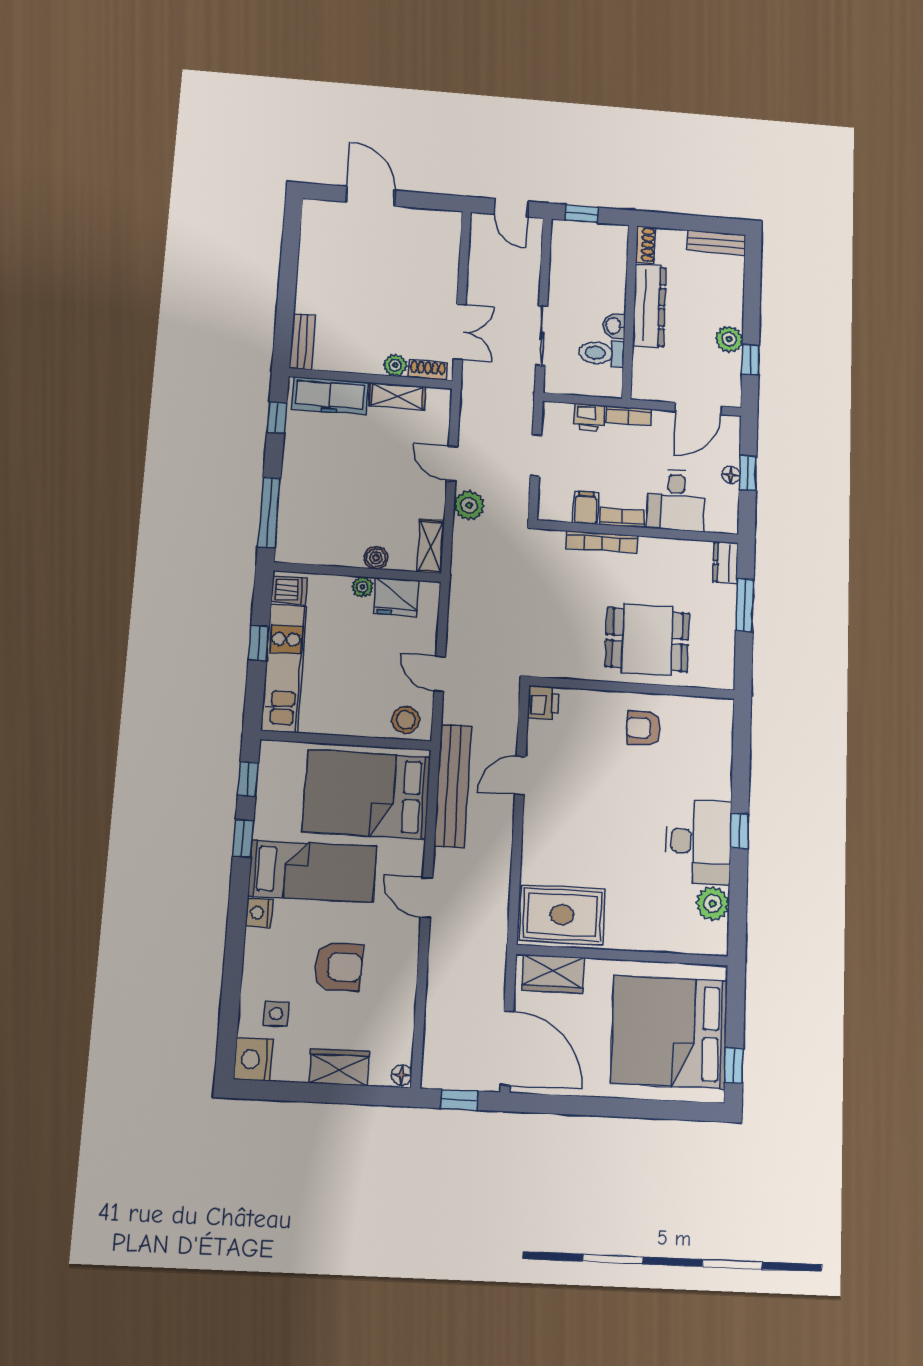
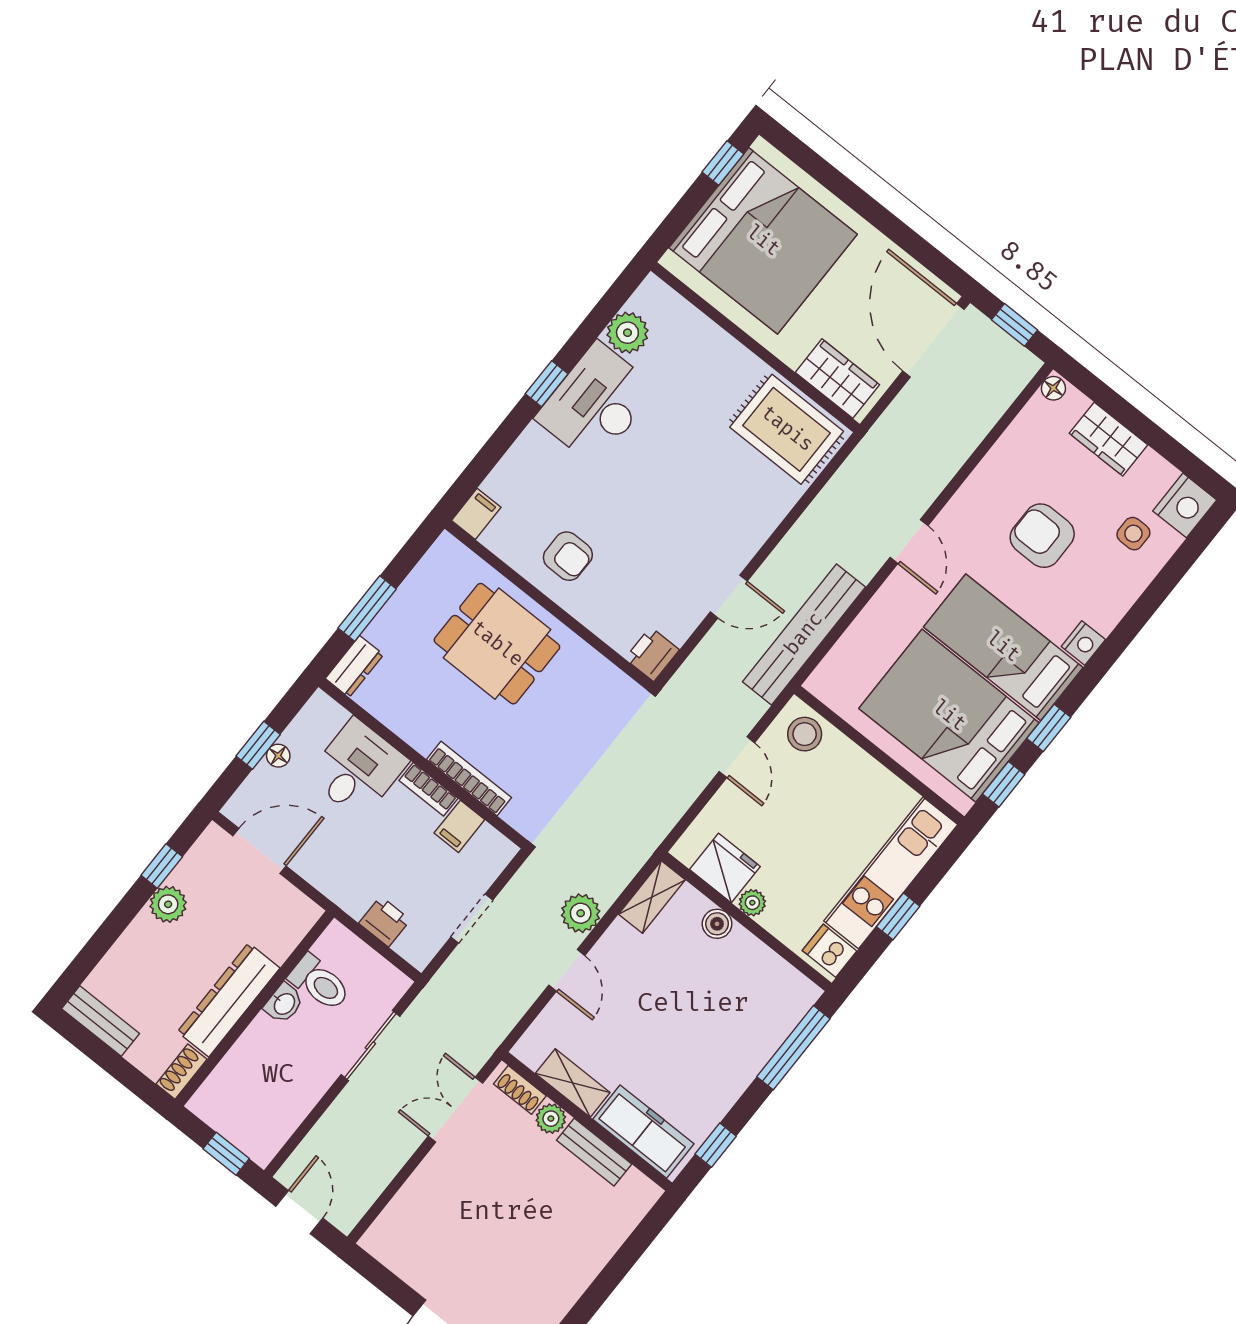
bench: (302, 342) -> (594, 1152), moved, turned 90
bookcase: (629, 416) -> (341, 894), removed
filing cabinet: (722, 714) -> (476, 514), added
bed: (367, 794) -> (949, 716), moved, turned 180

